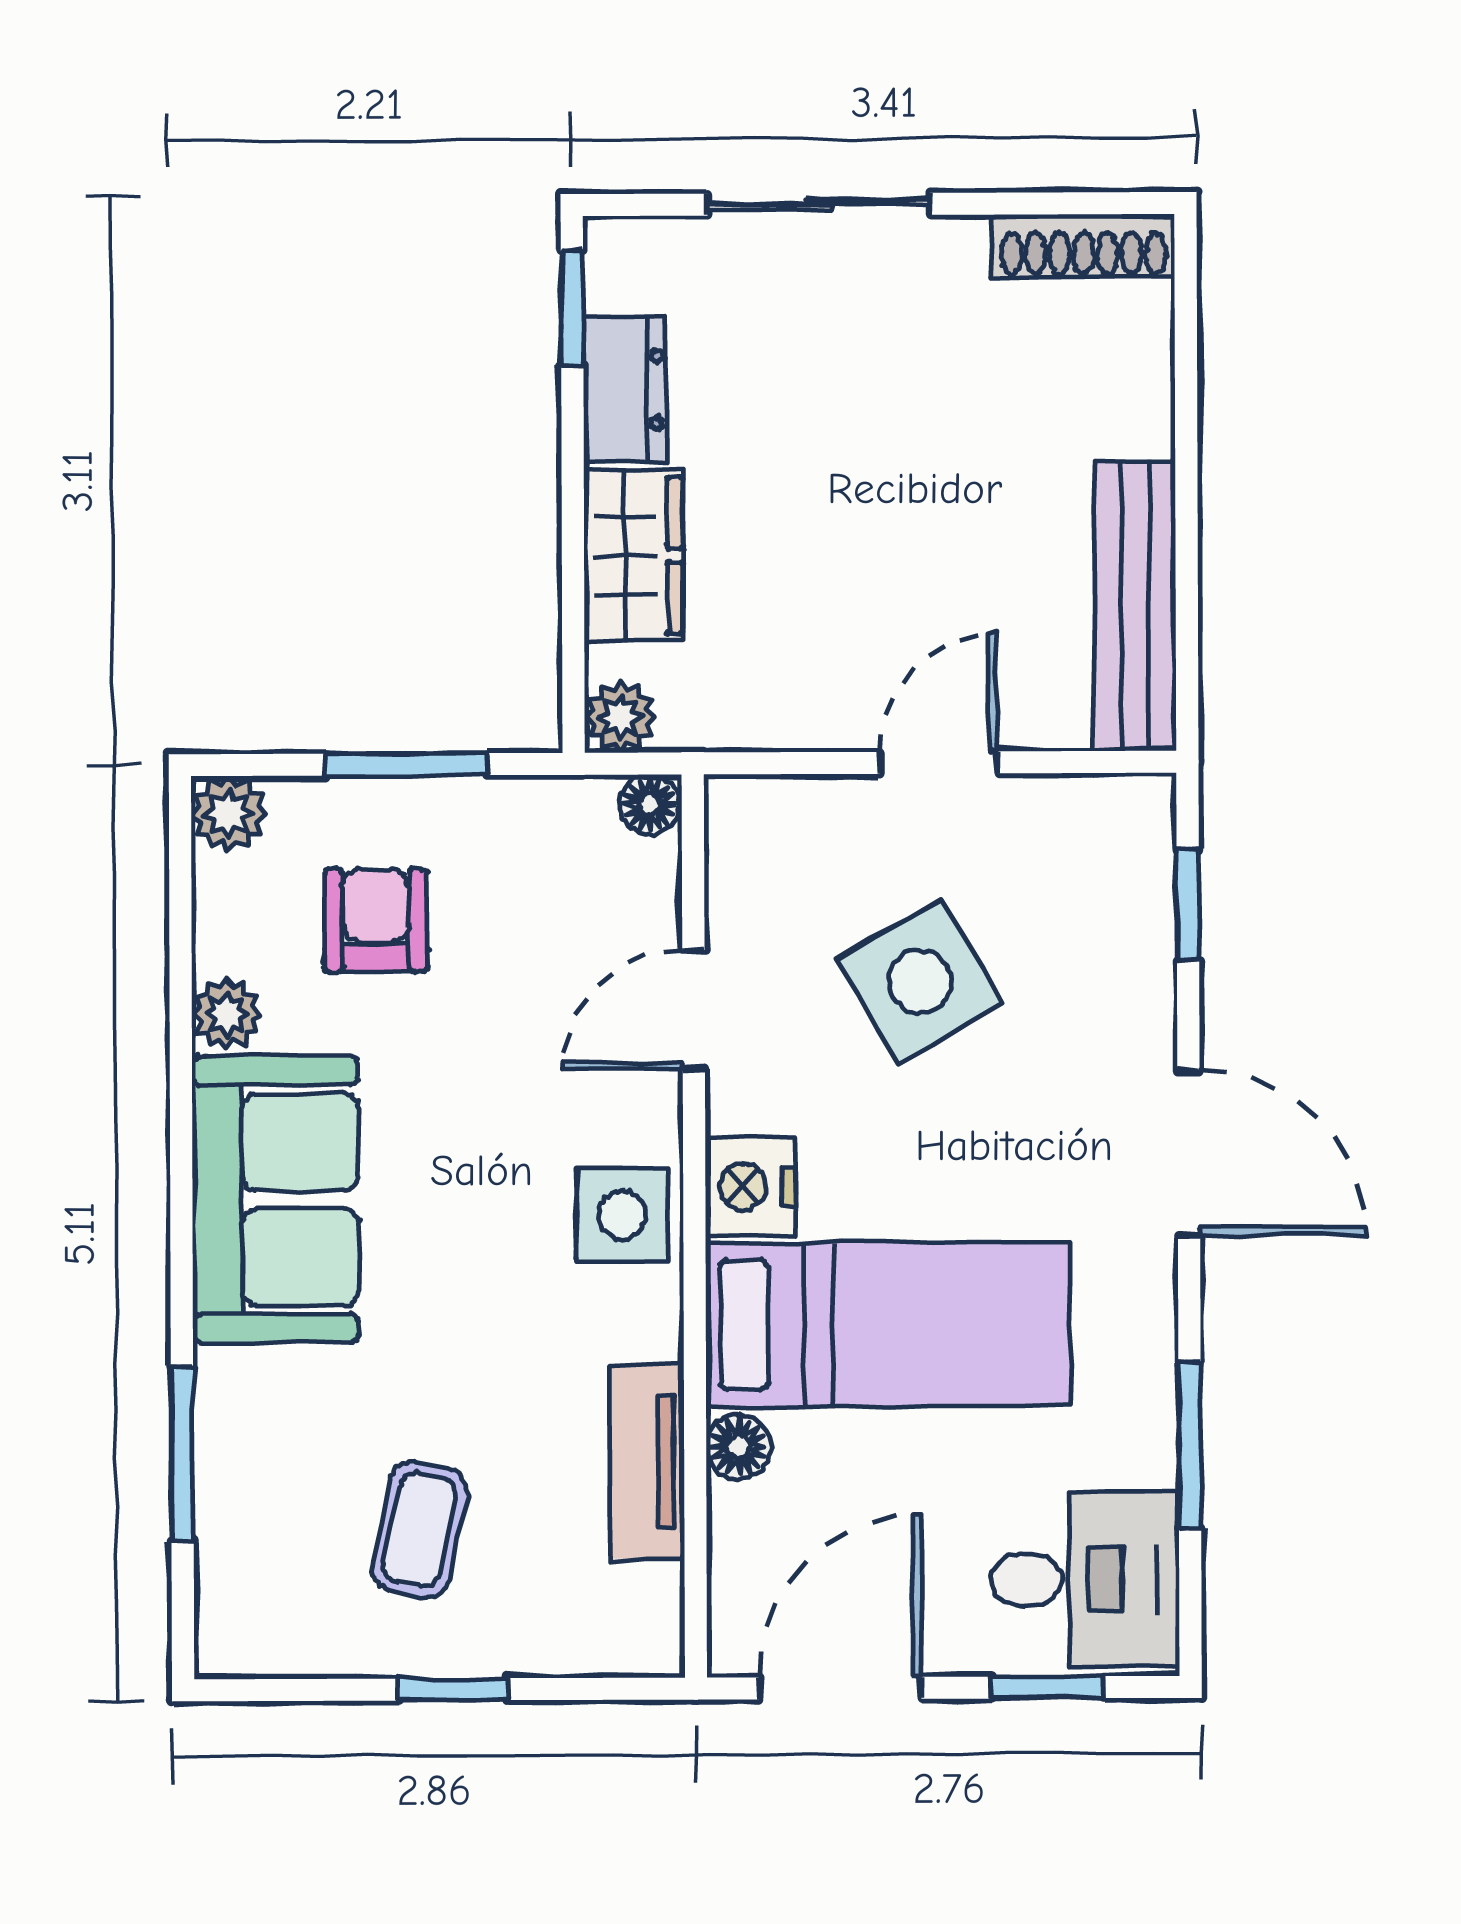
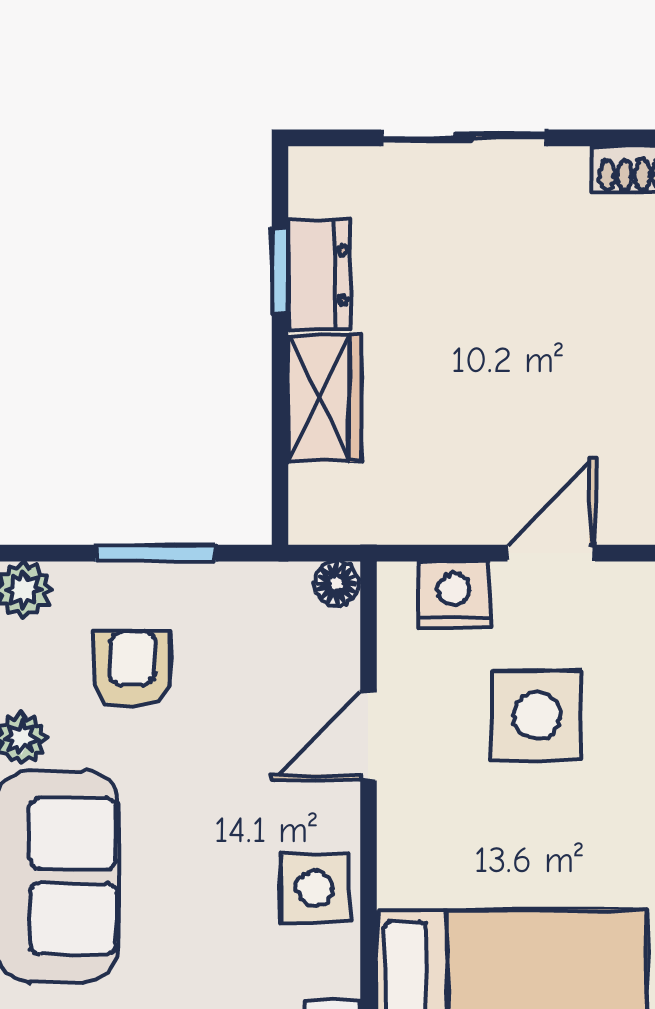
window: (572, 308) -> (280, 271), moved
plant: (620, 717) -> (315, 518), removed
side table: (920, 981) -> (537, 716), turned 30
nightstand: (750, 1187) -> (454, 595), moved, turned 90

